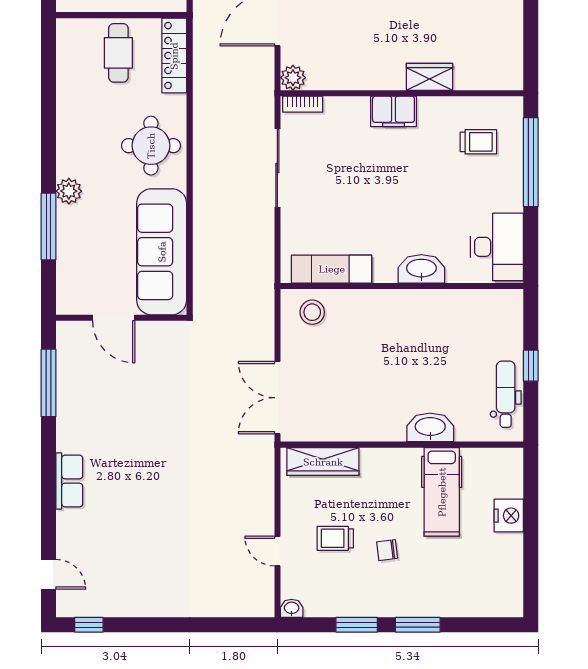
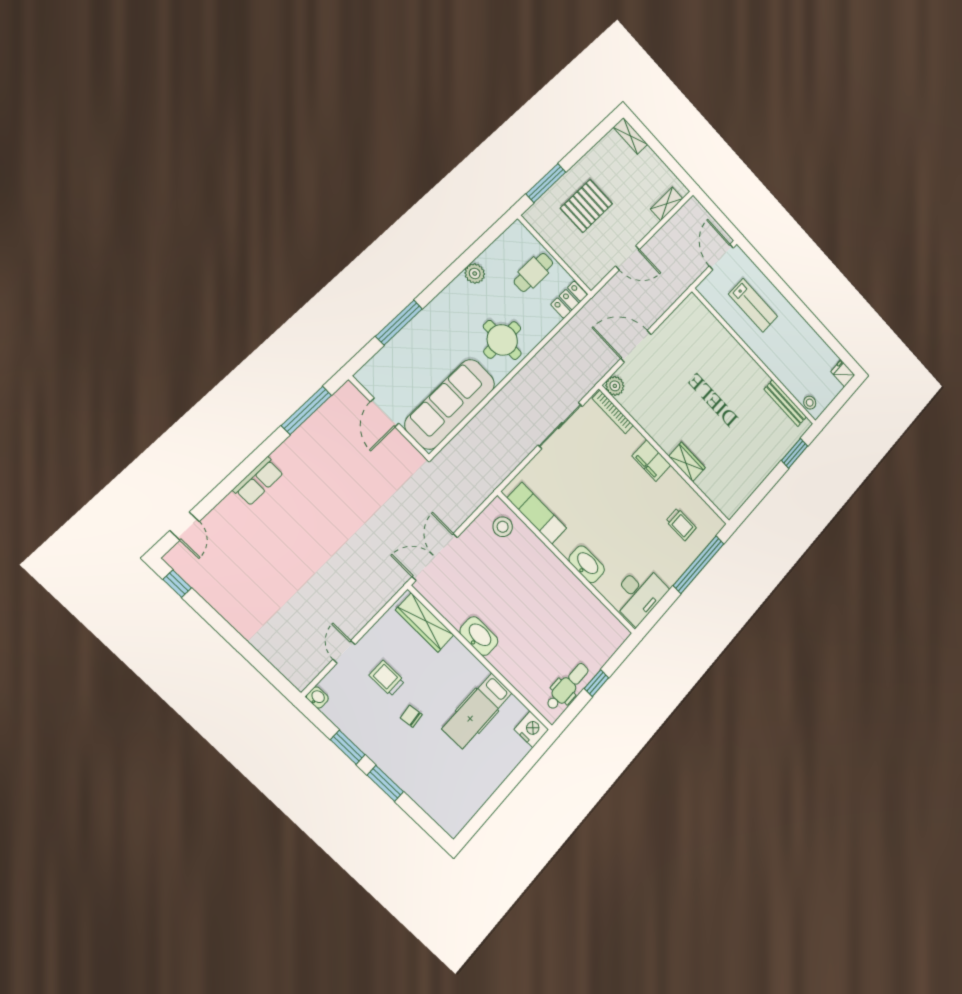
locker: (174, 56) -> (569, 300), width x0.66
bookcase: (303, 104) -> (613, 412), width x1.56
plant: (69, 191) -> (475, 273), moved
washbasin: (430, 427) -> (479, 636), moved
nightstand: (509, 516) -> (531, 729), moved, turned -90

